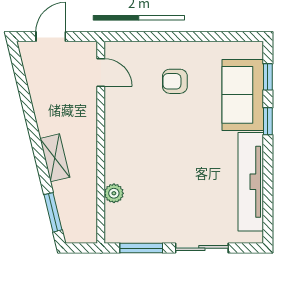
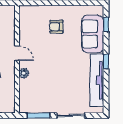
door: (101, 72) -> (17, 53), moved
window: (268, 121) -> (106, 61), moved
plant: (114, 193) -> (24, 73), moved

